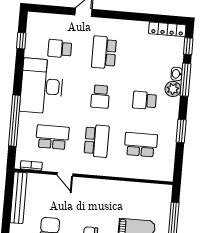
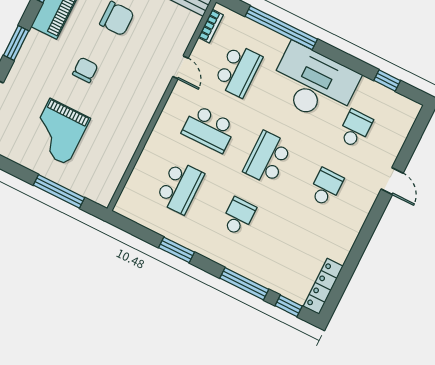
school desk: (104, 52) -> (326, 187), width x0.54
washbasin: (177, 74) -> (257, 275), removed
plant: (173, 89) -> (238, 262), removed
school desk: (100, 97) -> (267, 158), width x1.85
door: (65, 174) -> (181, 67), swing flipped

